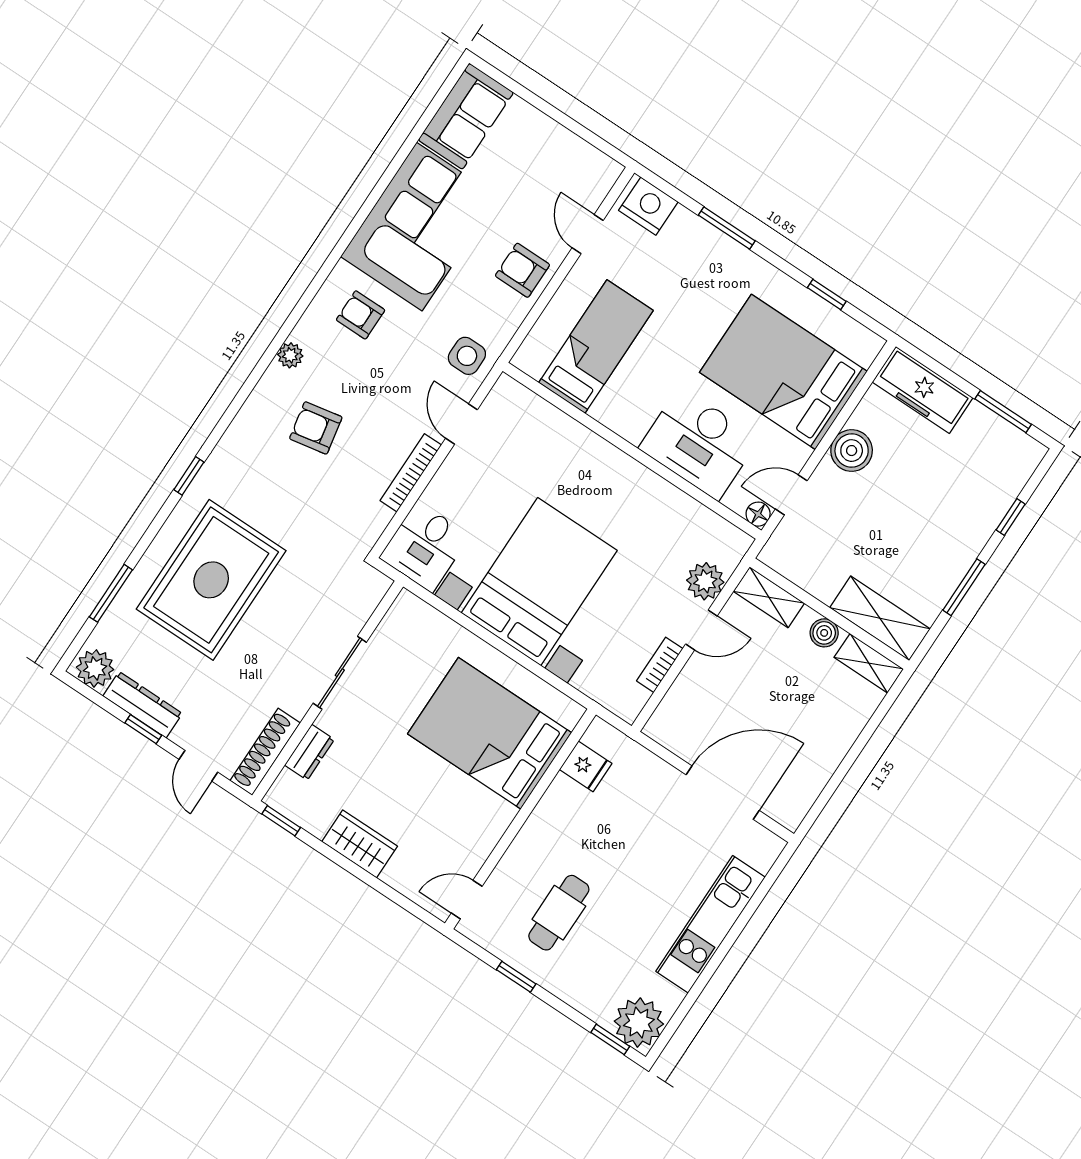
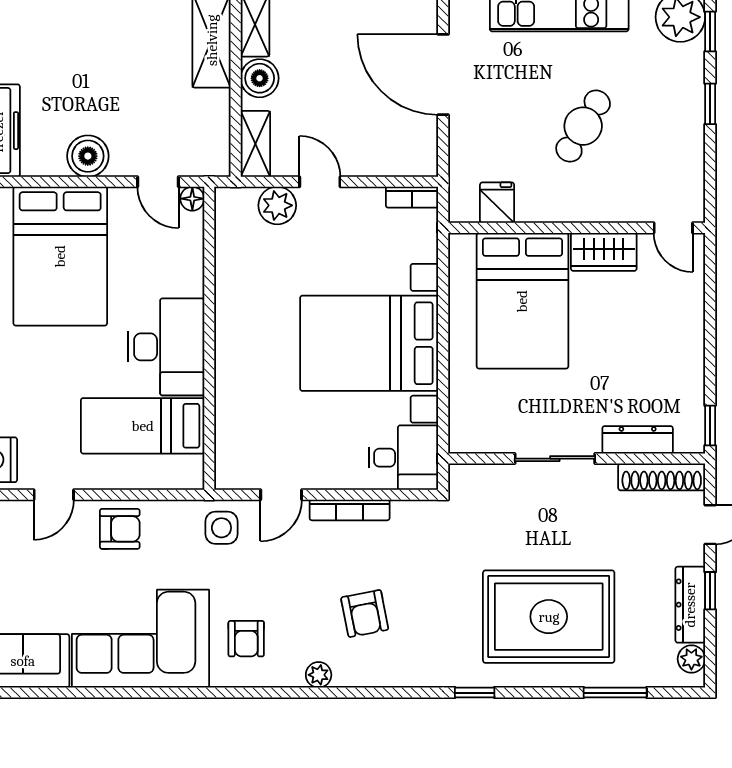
armchair: (522, 270) -> (120, 529), turned -90
desk: (699, 443) -> (166, 347), moved
boiler: (824, 633) -> (260, 78), width x1.36, depth x1.36
bookcase: (660, 665) -> (412, 197), moved
plant: (95, 668) -> (691, 659), width x0.73, depth x0.73
dresser: (309, 752) -> (638, 440), width x1.44
wardrobe: (360, 844) -> (604, 252), moved, turned -90
cafe table: (559, 913) -> (583, 126), moved, turned -59
window: (516, 977) -> (710, 104), moved

